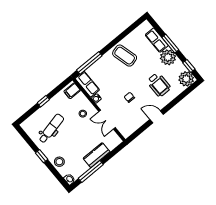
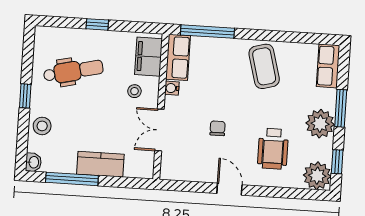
row of seats: (157, 40) -> (328, 66), moved
filing cabinet: (72, 91) -> (149, 57), width x2.00

